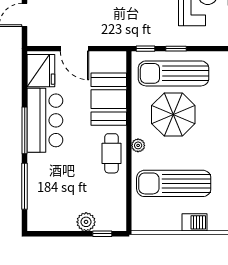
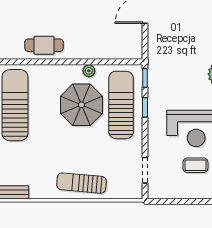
booth: (109, 99) -> (96, 42), removed
plant: (138, 145) -> (89, 71), moved

